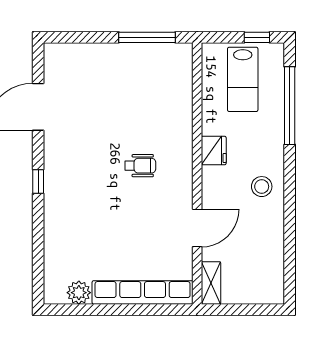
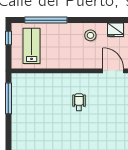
lab bench: (243, 79) -> (32, 46), turned -90
fridge: (214, 151) -> (115, 30), moved, turned 180

